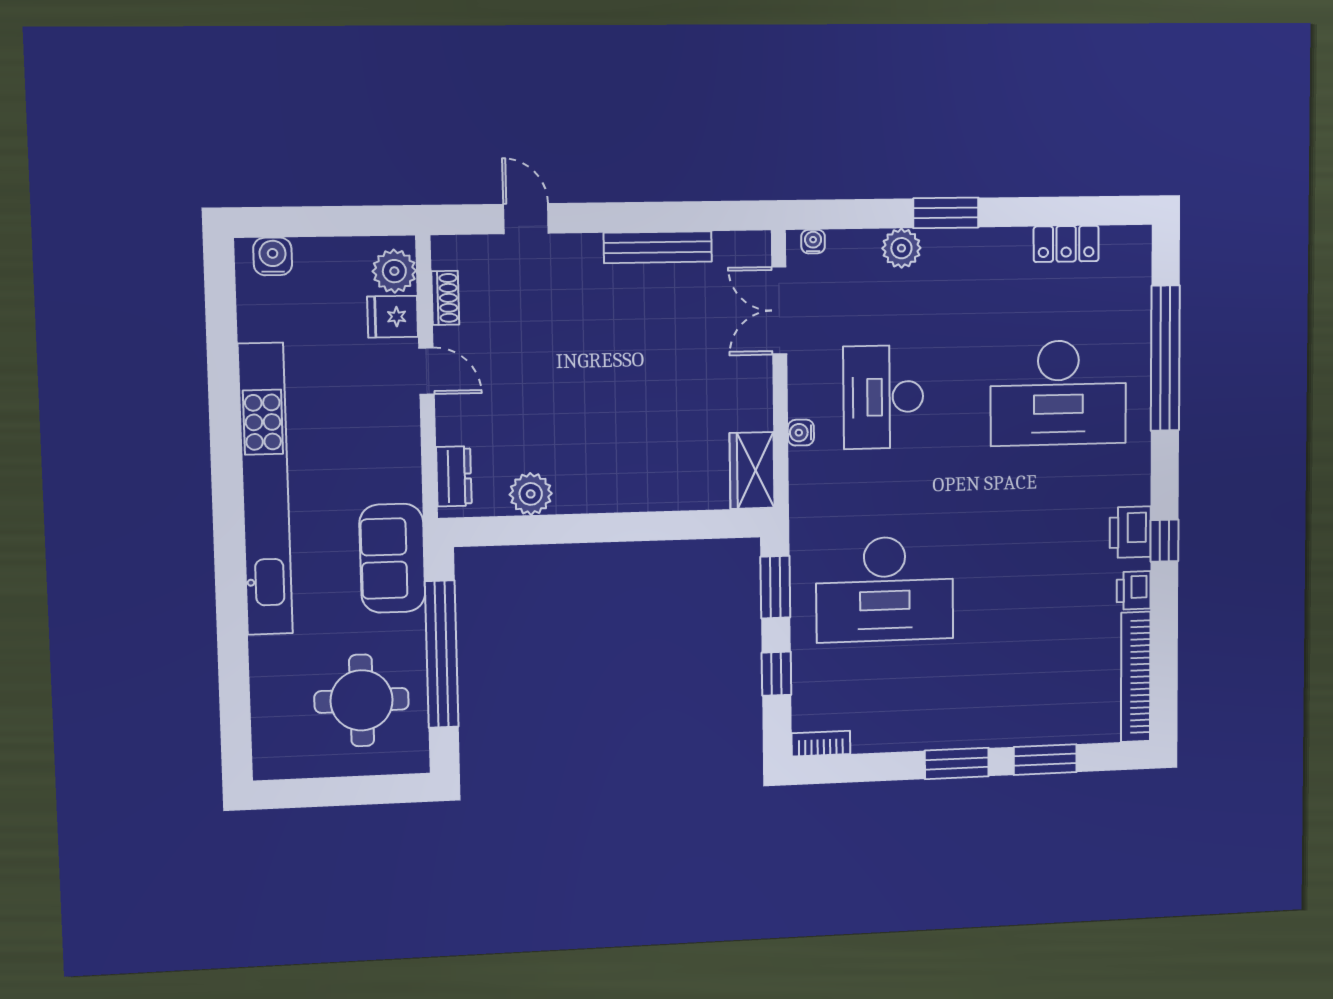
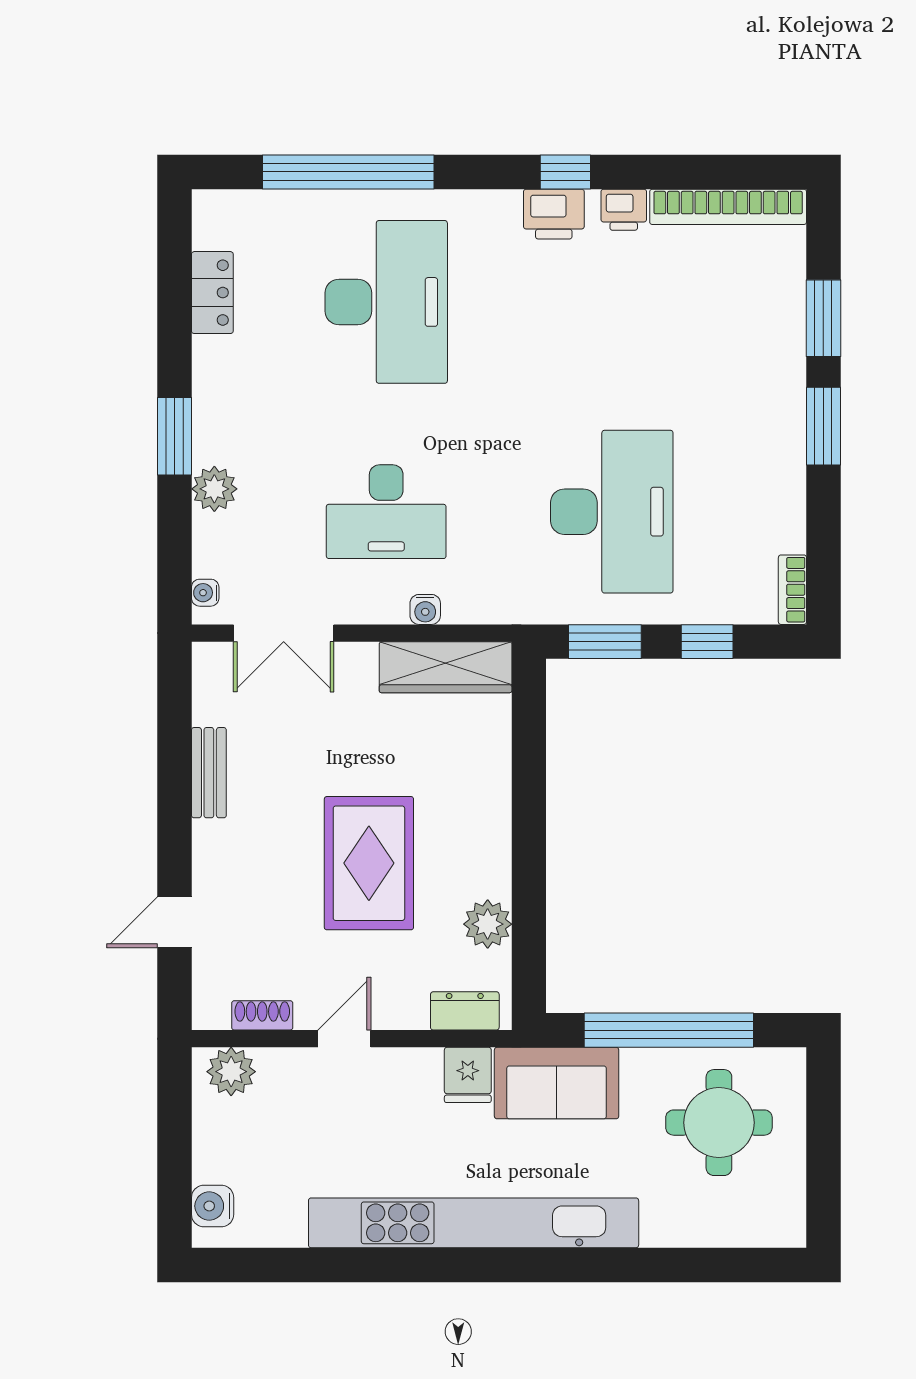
bench: (658, 247) -> (209, 773), width x0.73
fridge: (393, 317) -> (468, 1075), moved
rug: (582, 389) -> (369, 863), added
wardrobe: (752, 470) -> (446, 667), width x1.50

